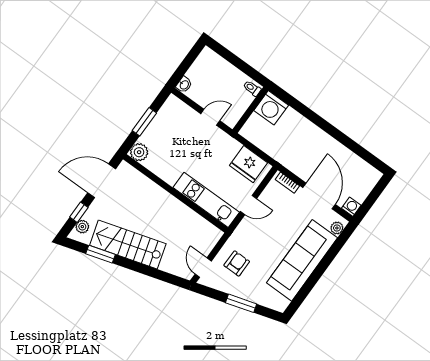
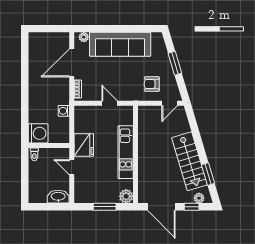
washbasin: (184, 85) -> (58, 197), width x1.91, depth x1.45
fridge: (249, 164) -> (84, 145), moved
kitchen unit: (206, 200) -> (126, 152), moved
washing machine: (351, 207) -> (64, 111), moved

